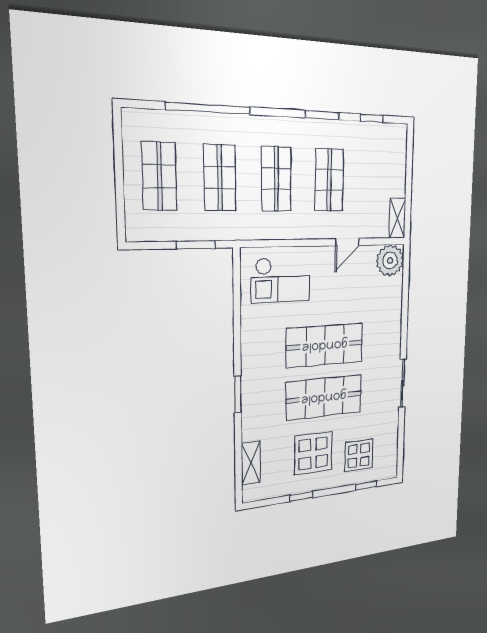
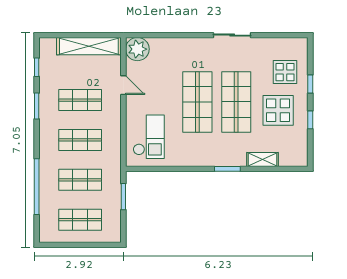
shelving: (397, 218) -> (89, 46), width x2.20, depth x1.33
shelving: (251, 463) -> (262, 159), moved
window: (366, 485) -> (310, 84), moved

